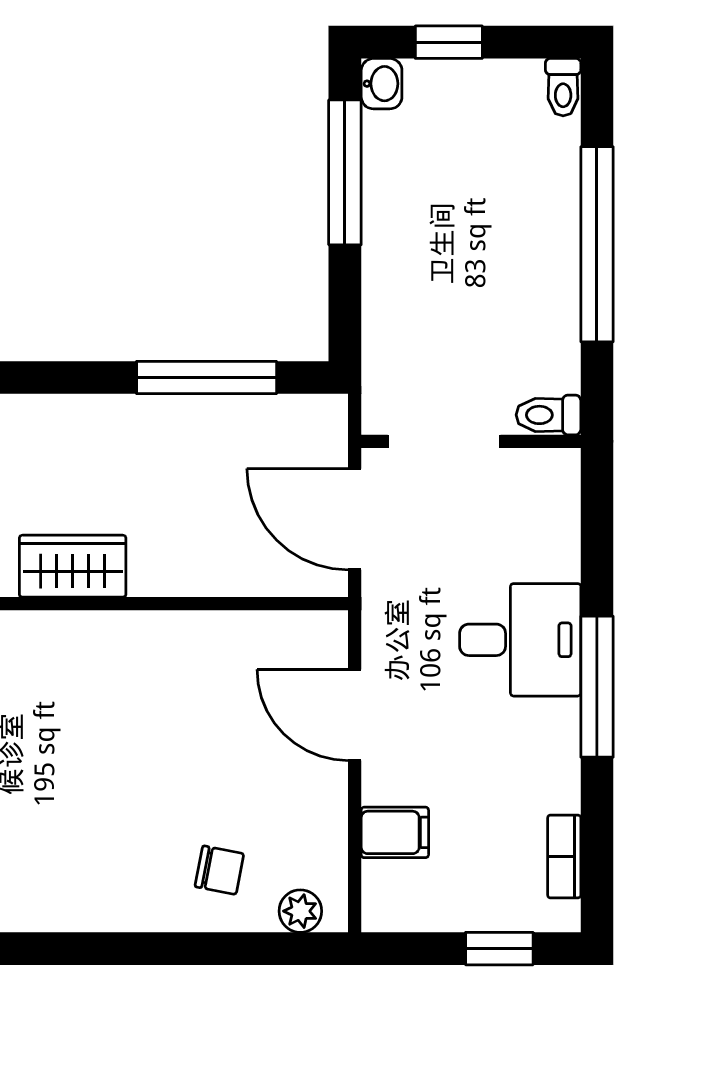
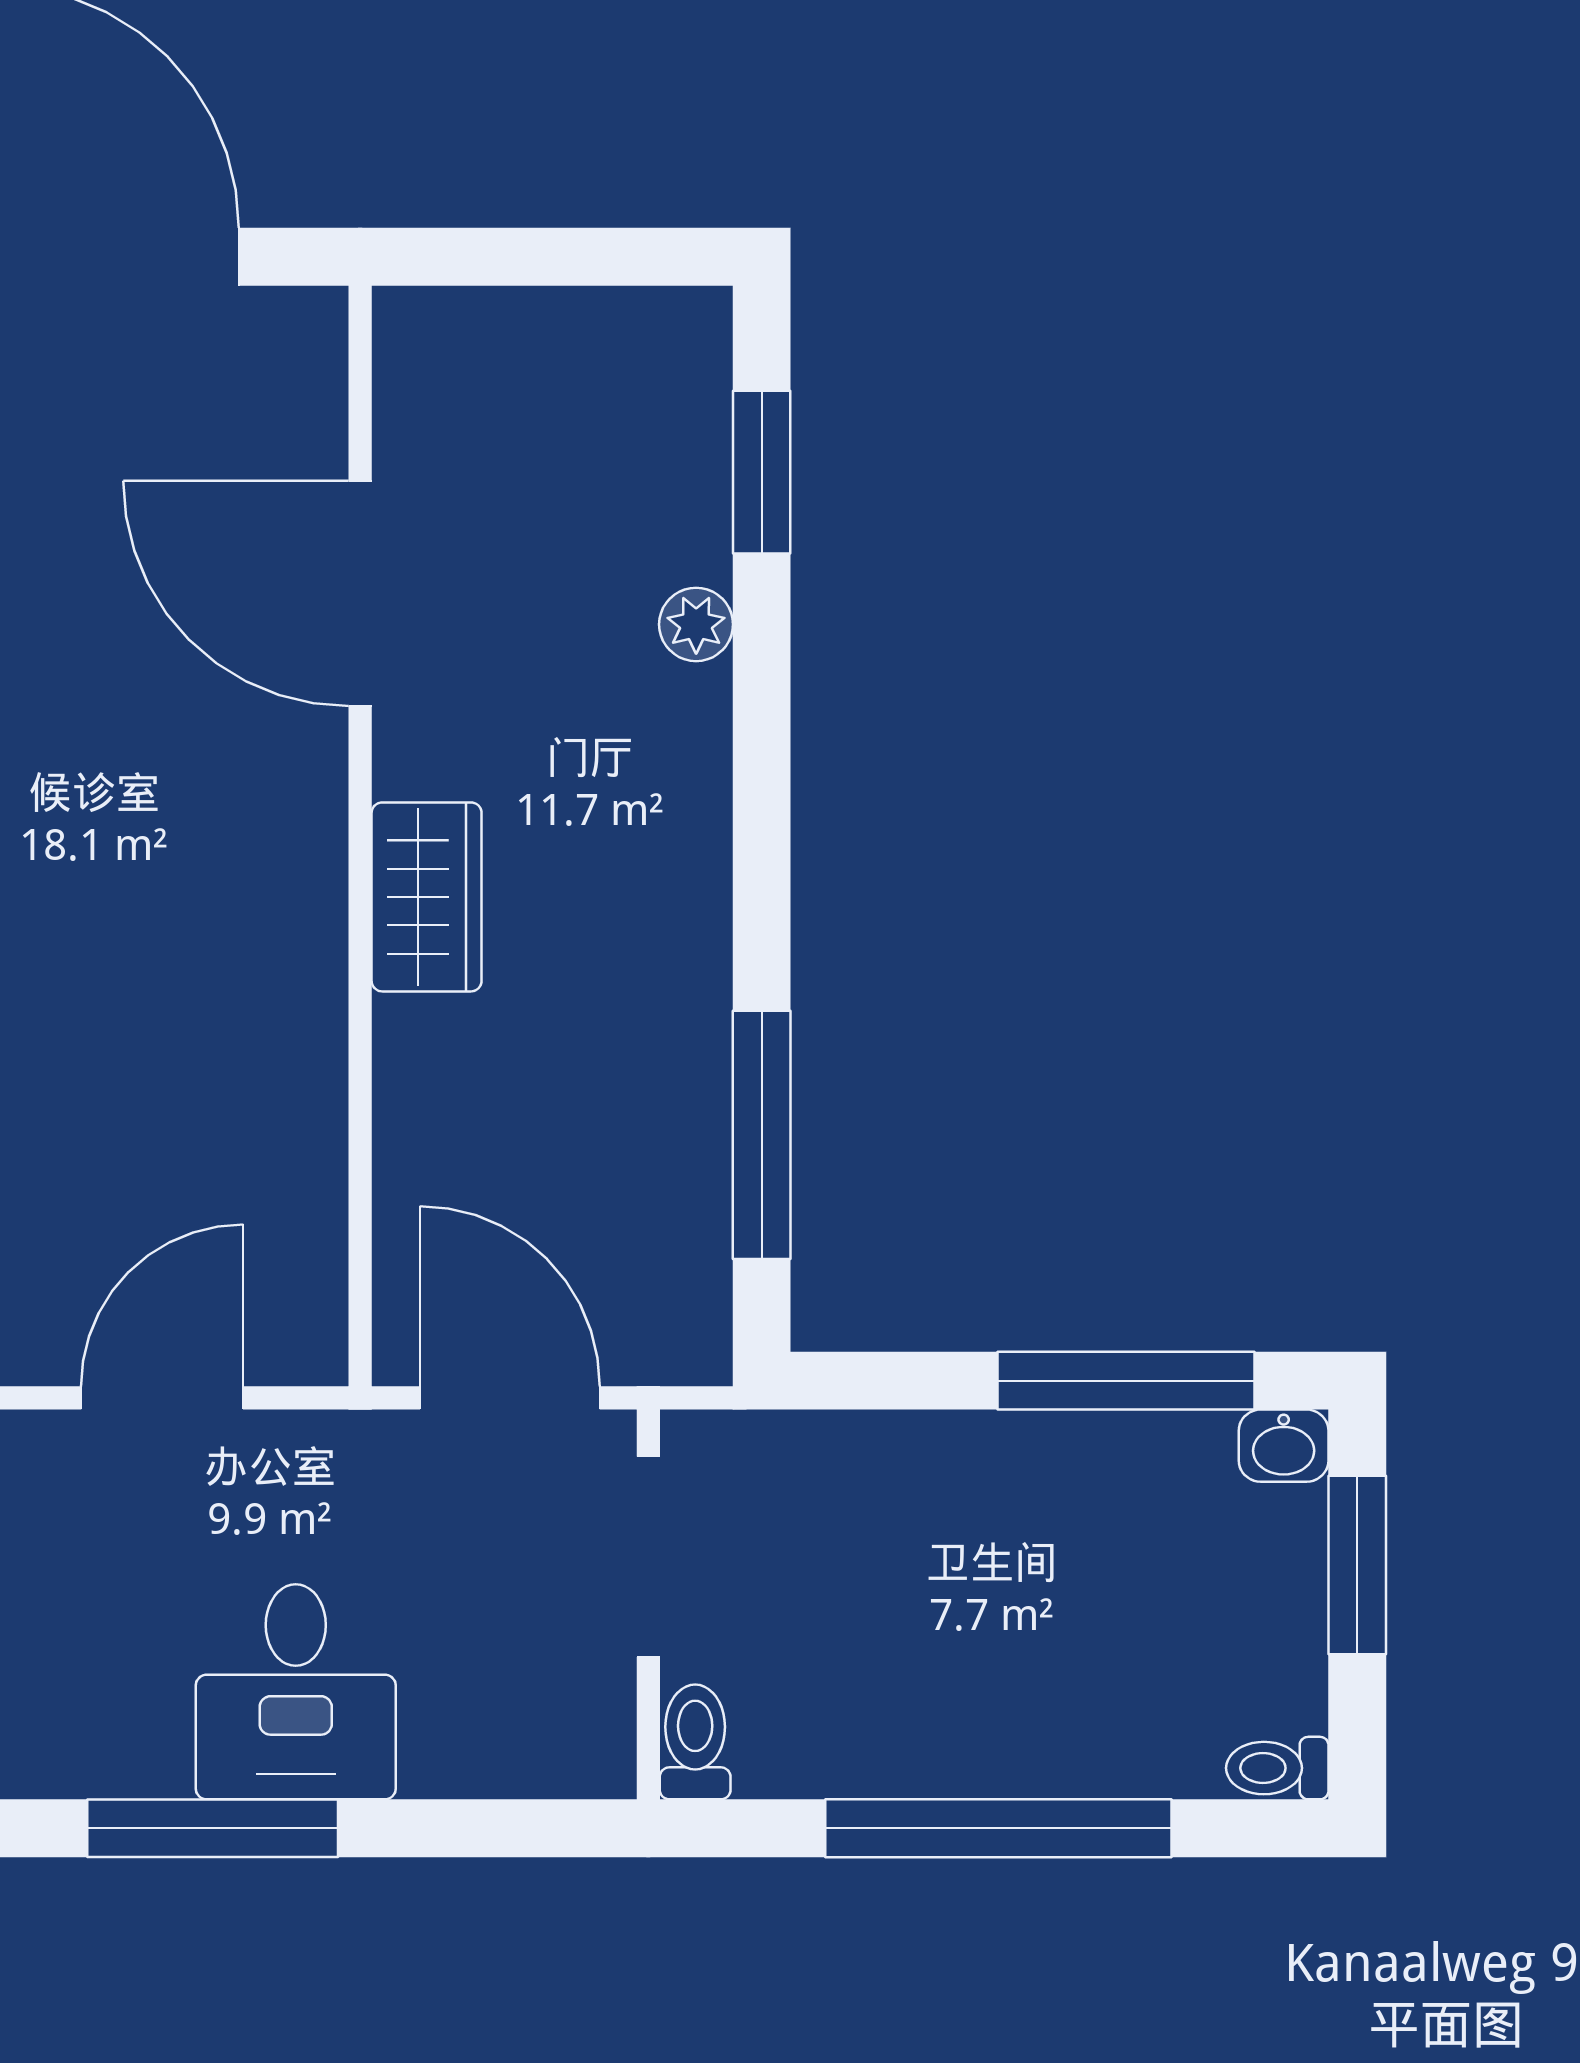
window: (449, 42) -> (1357, 1565), width x1.50
door: (355, 519) -> (510, 1398), hinge flipped

